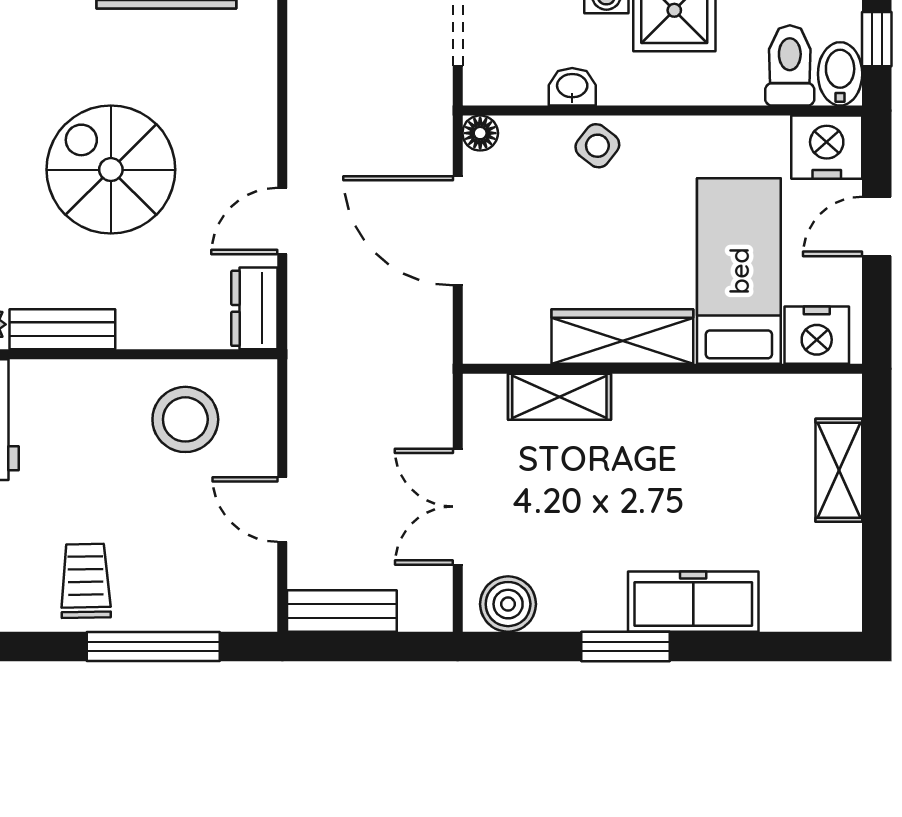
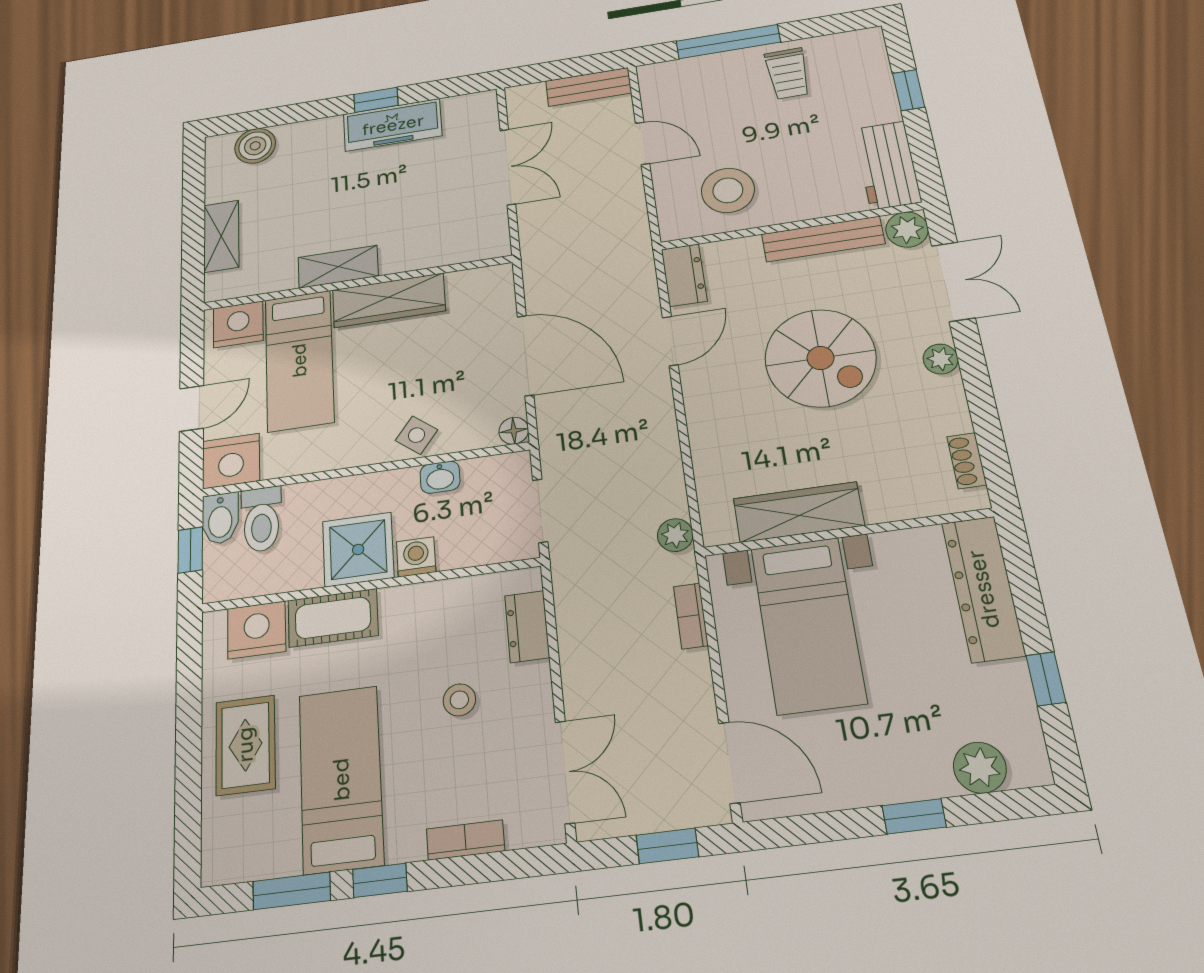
bench: (62, 329) -> (823, 239), width x1.36
shelving: (559, 397) -> (338, 267), moved
freezer: (693, 602) -> (393, 125), moved
boiler: (508, 604) -> (255, 146), moved
window: (625, 646) -> (376, 100), width x0.67

